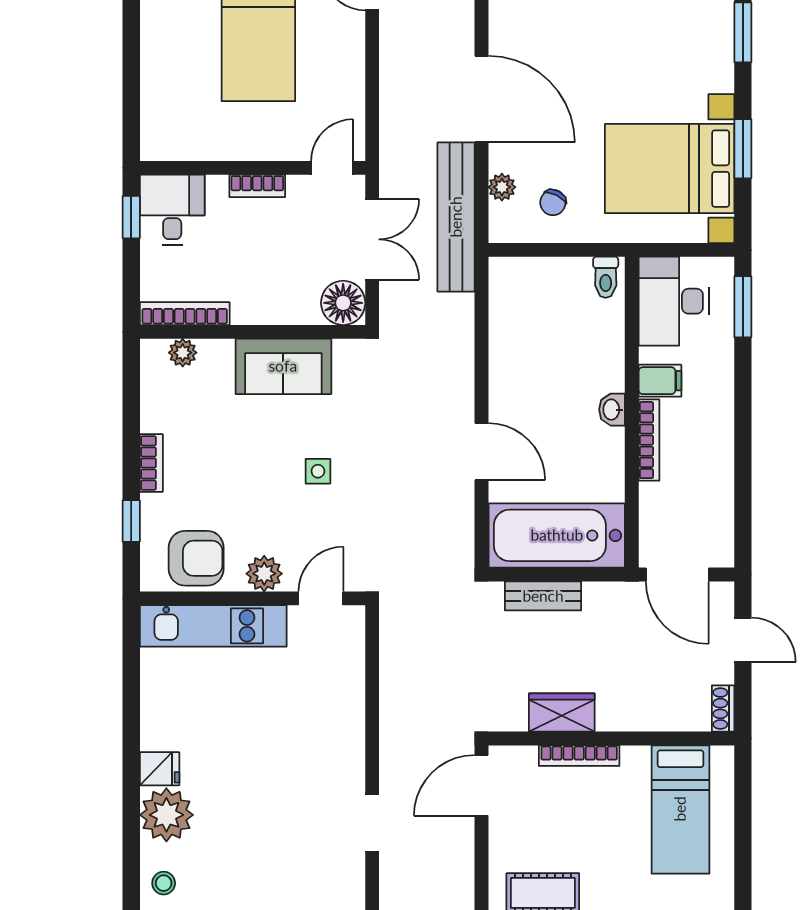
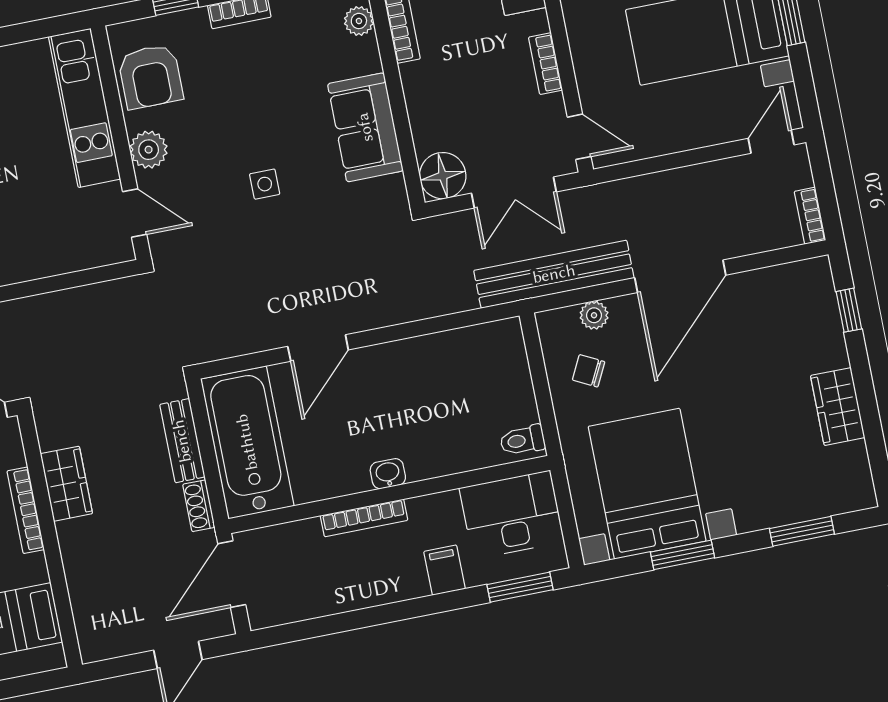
filing cabinet: (660, 381) -> (444, 570), moved, turned 180
shoe rack: (723, 708) -> (199, 506), moved, turned -90

